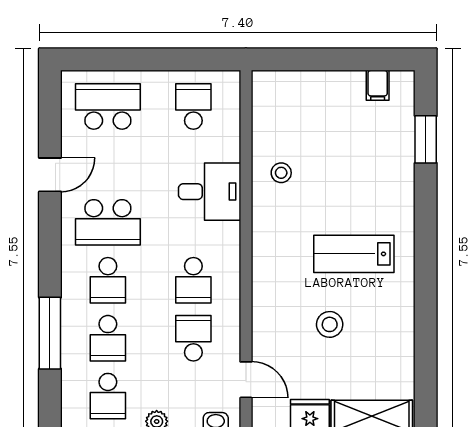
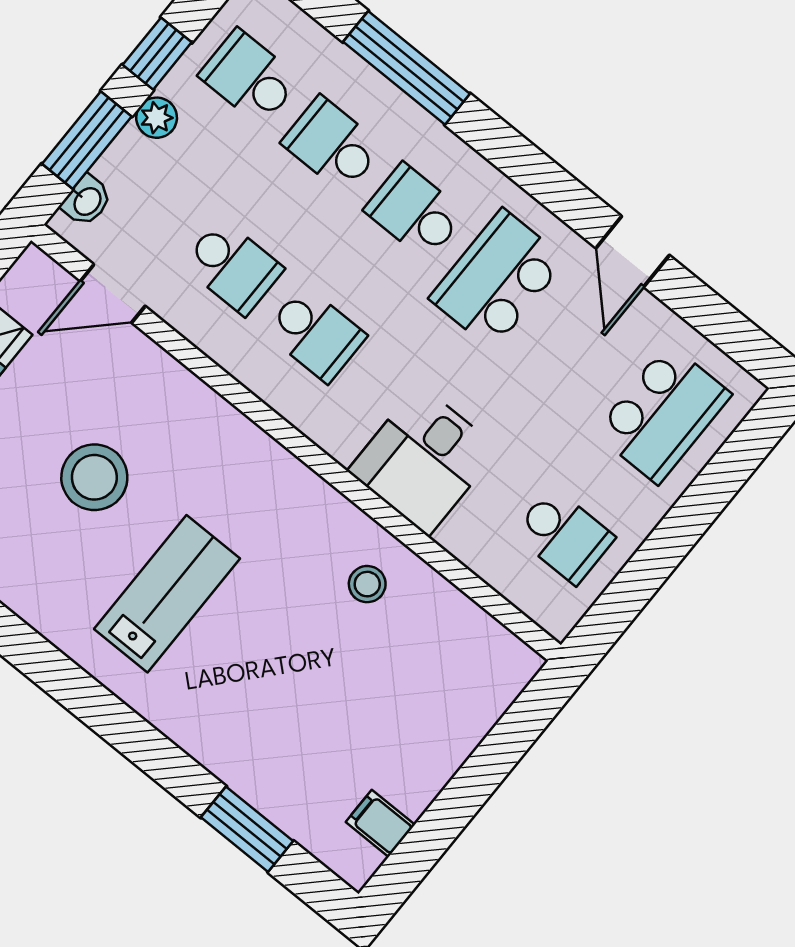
school desk: (193, 280) -> (316, 334), turned 180
stool: (330, 324) -> (94, 477), width x1.38, depth x1.38

